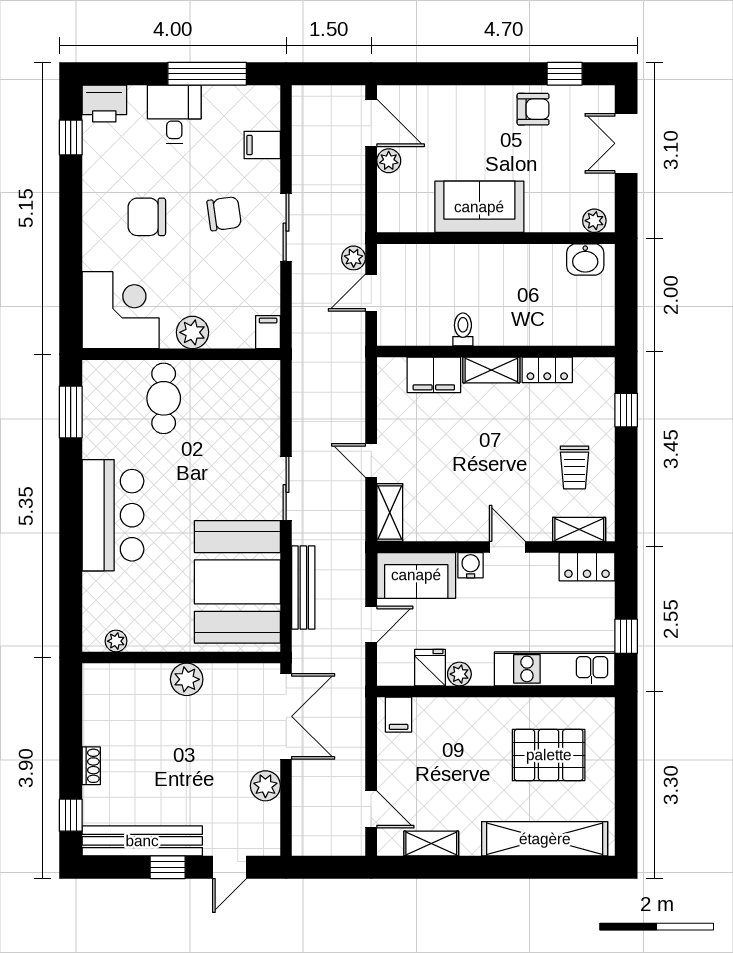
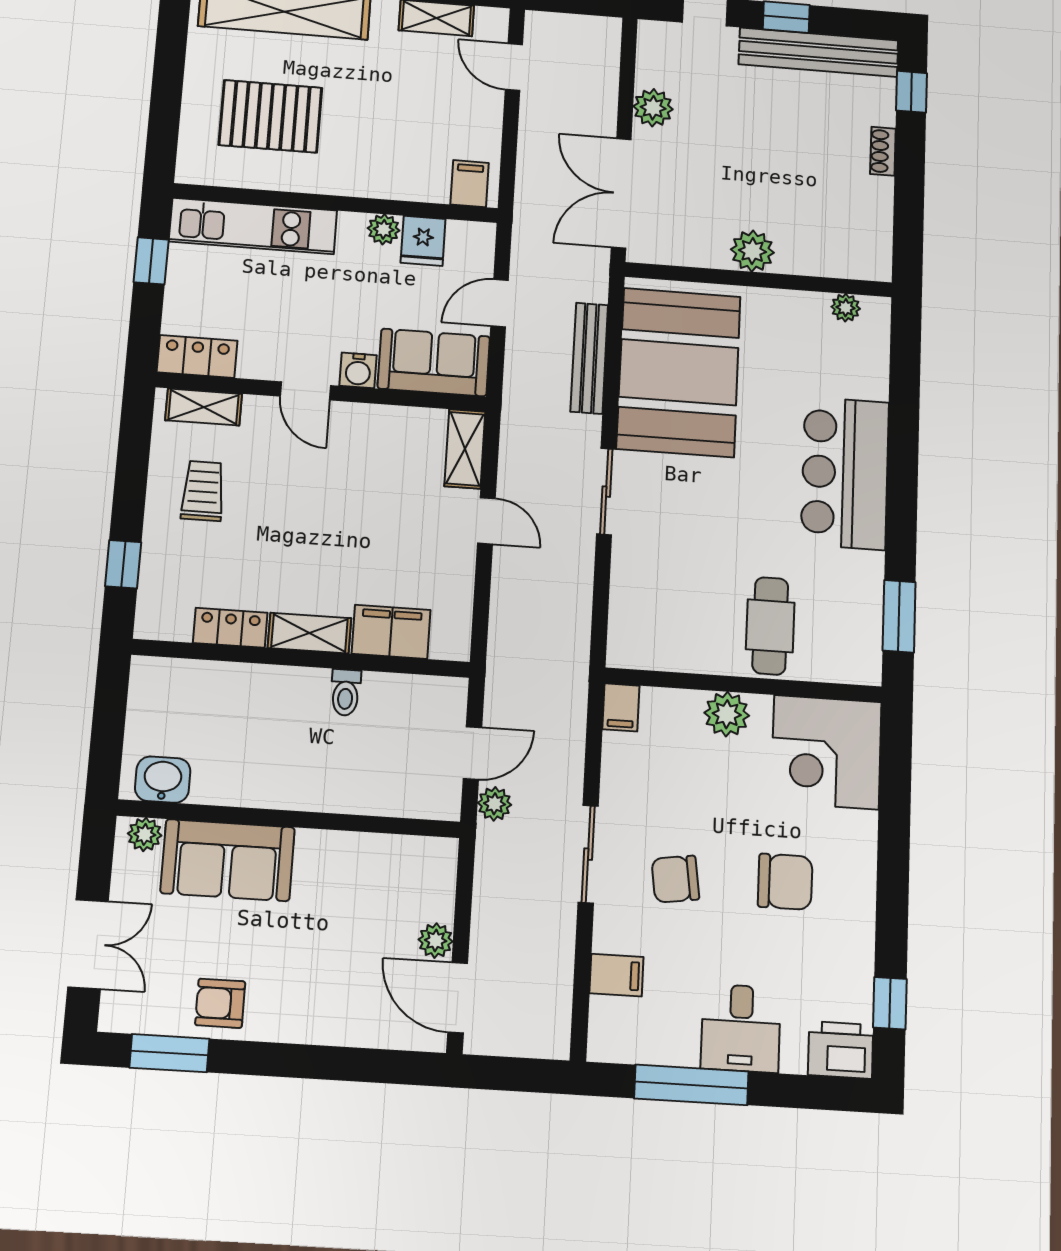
window: (565, 74) -> (169, 1053), width x1.50
sofa: (479, 207) -> (228, 860), moved

